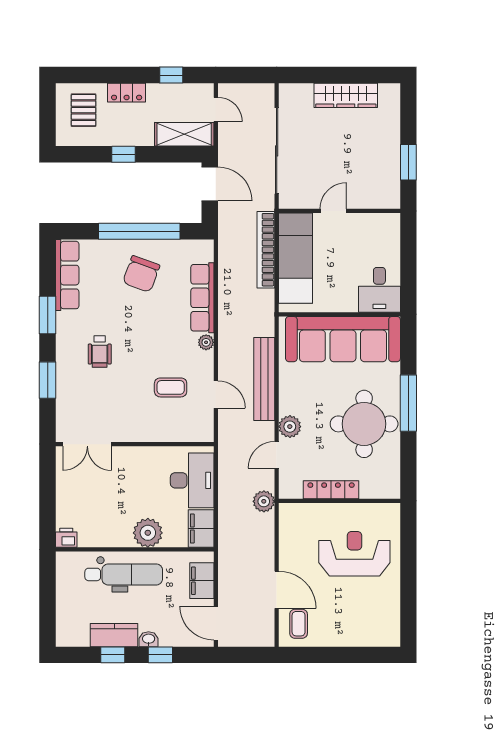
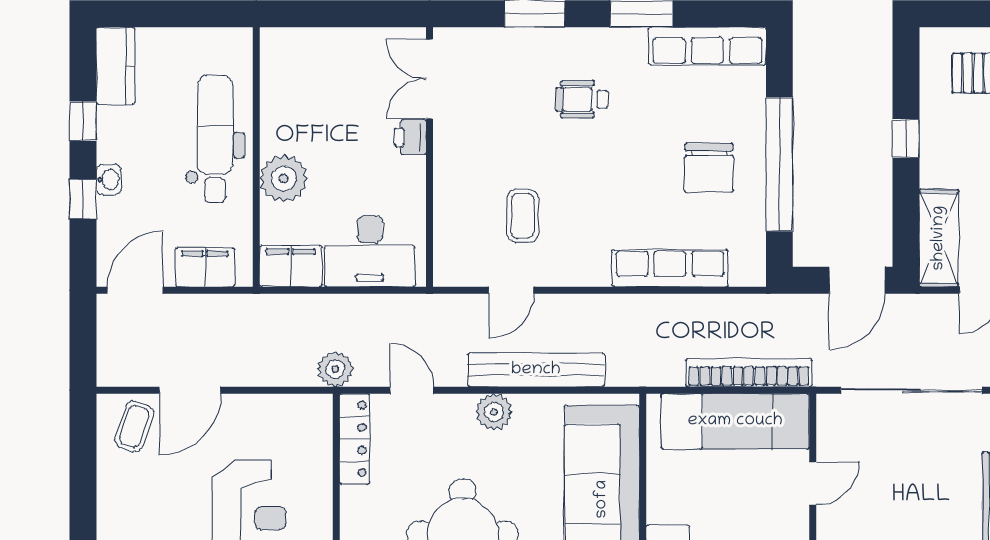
door: (333, 211) -> (813, 483), hinge flipped
chair: (141, 274) -> (709, 168), turned -110
plant: (206, 342) -> (597, 274), removed
plant: (290, 427) -> (494, 412), moved
locker: (331, 490) -> (354, 439), moved
printer: (66, 538) -> (410, 137), moved, turned 180
dental chair: (124, 574) -> (215, 139), turned 180
coffee table: (299, 624) -> (134, 426), turned -72
kitchen counter: (114, 635) -> (116, 66), moved

